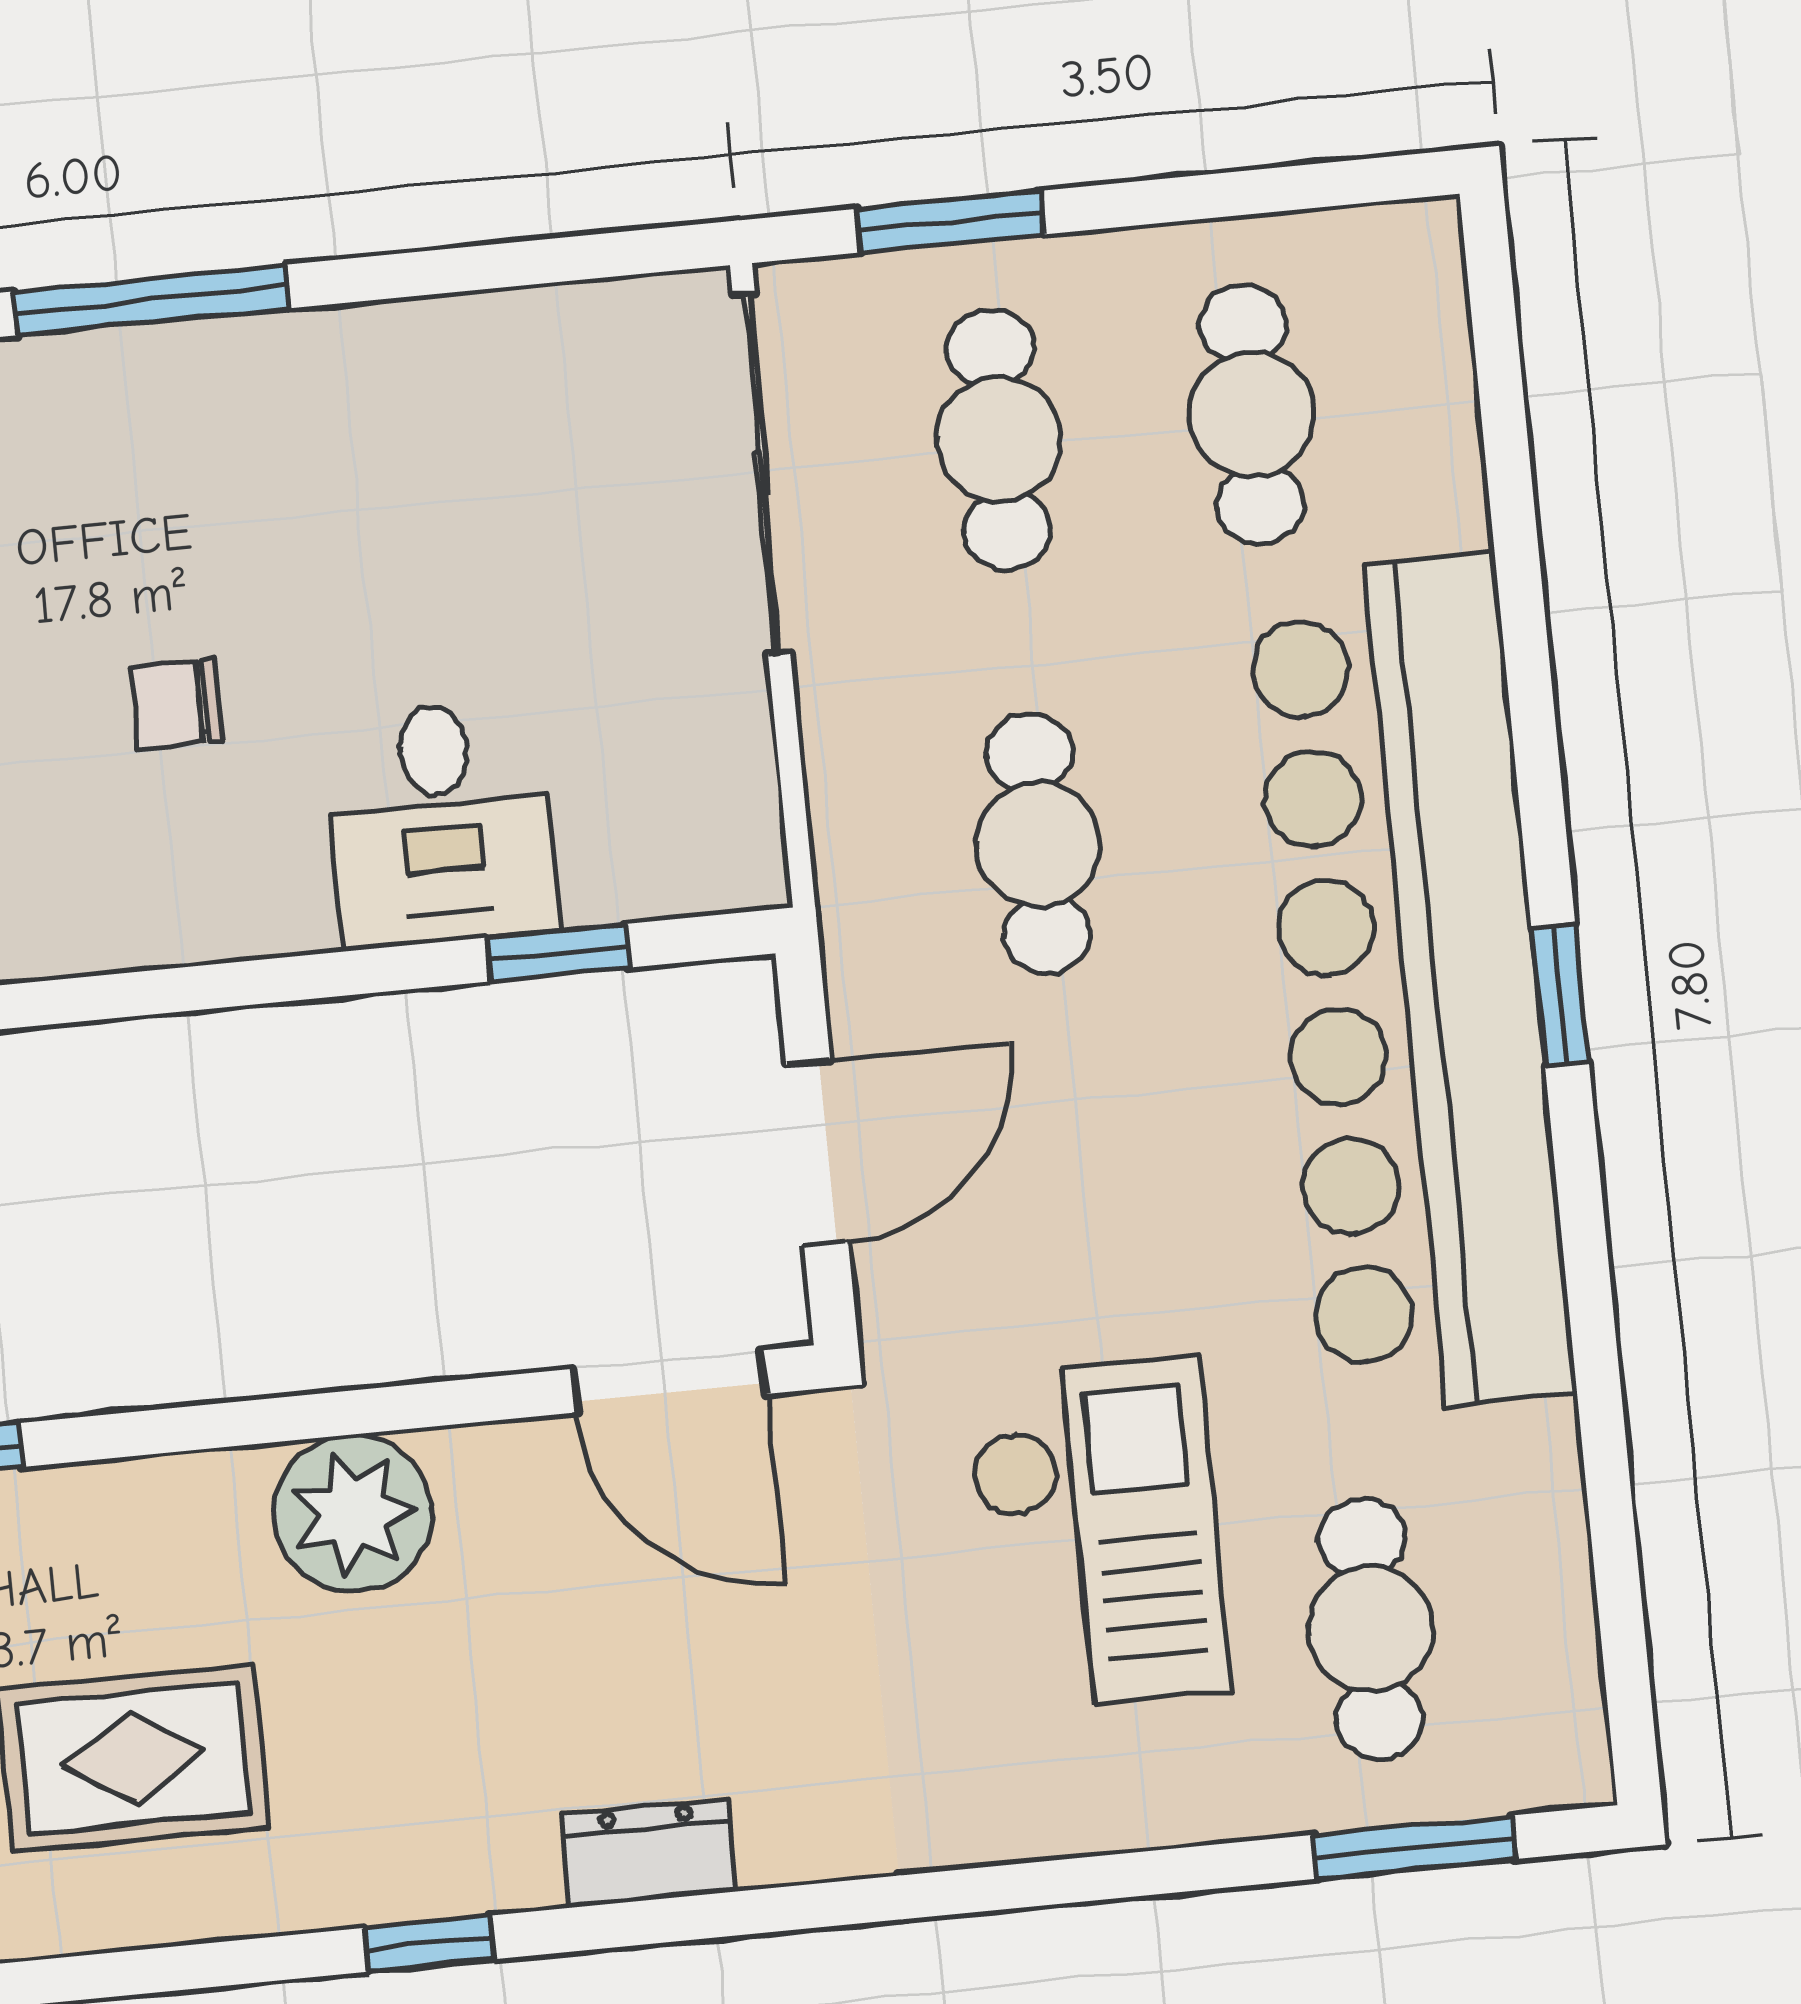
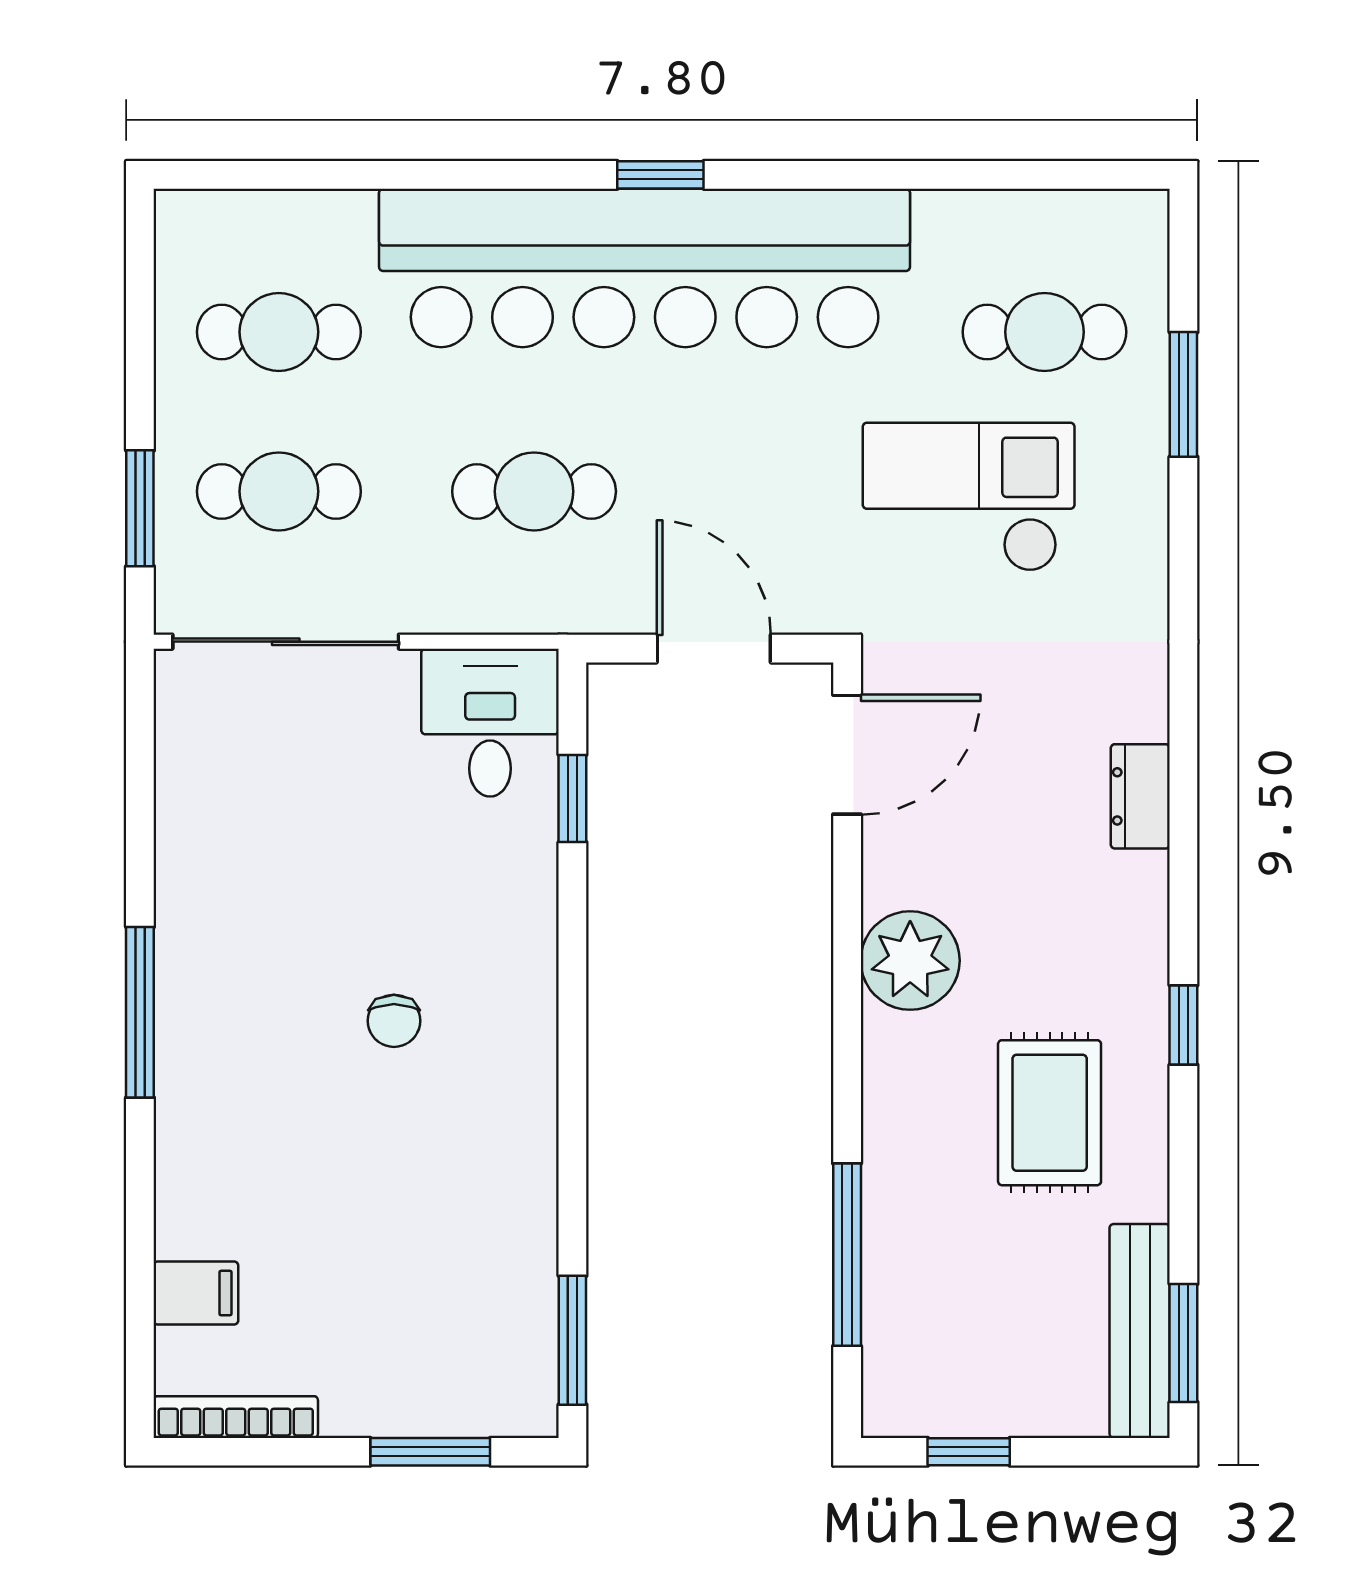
desk: (441, 824) -> (490, 723), moved, turned -90
window: (1414, 1847) -> (1183, 394), moved
window: (430, 1944) -> (1183, 1025), moved

